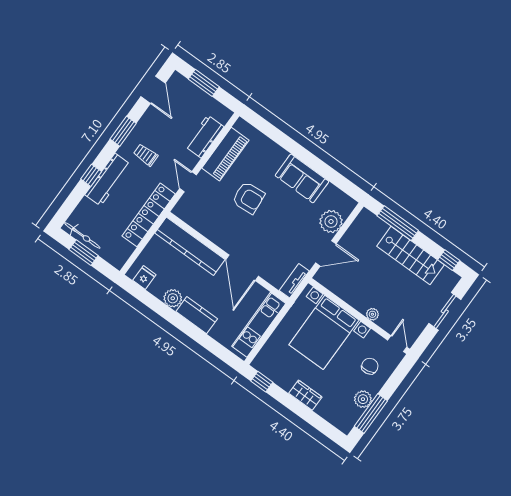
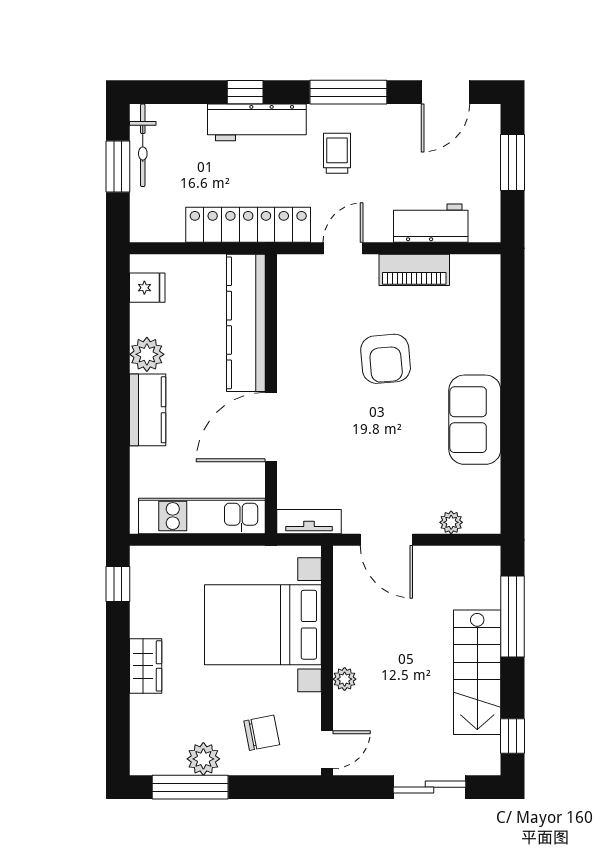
window: (123, 131) -> (348, 92), width x1.44
piano: (225, 154) -> (414, 270), width x0.73, depth x0.75
plant: (331, 222) -> (451, 522), width x0.53, depth x0.53

